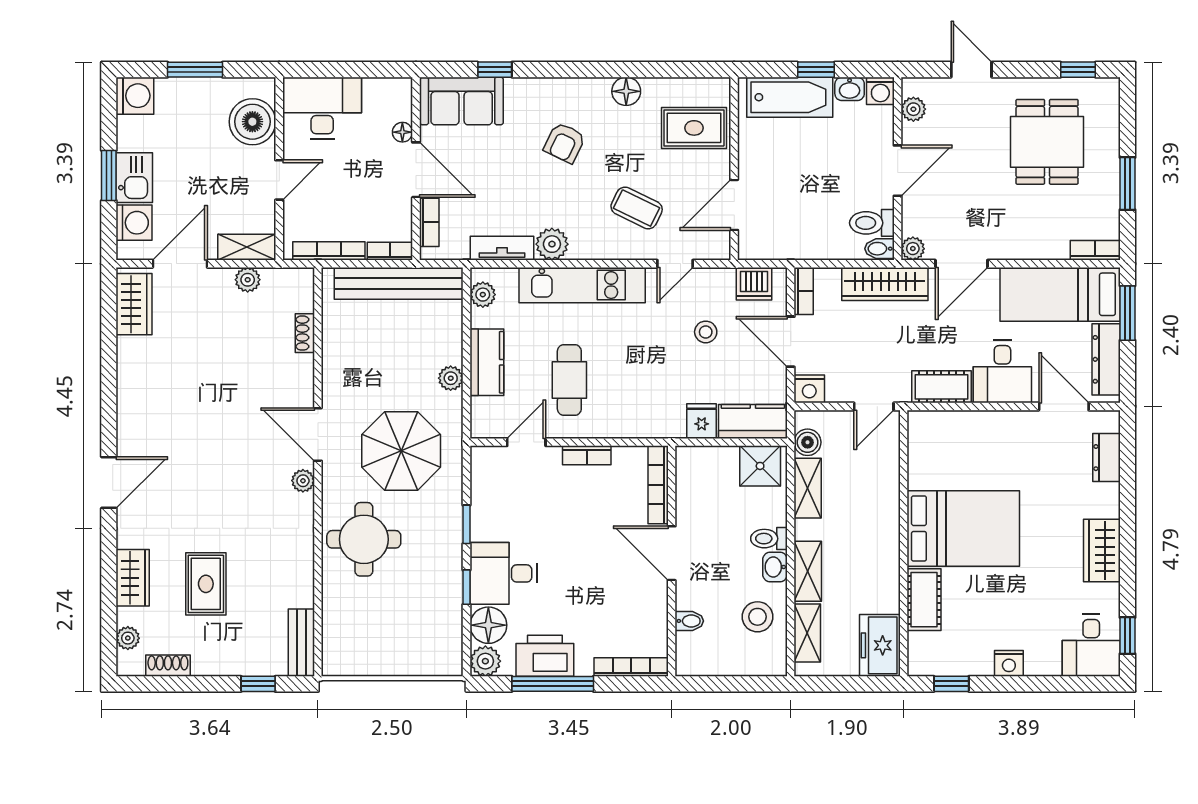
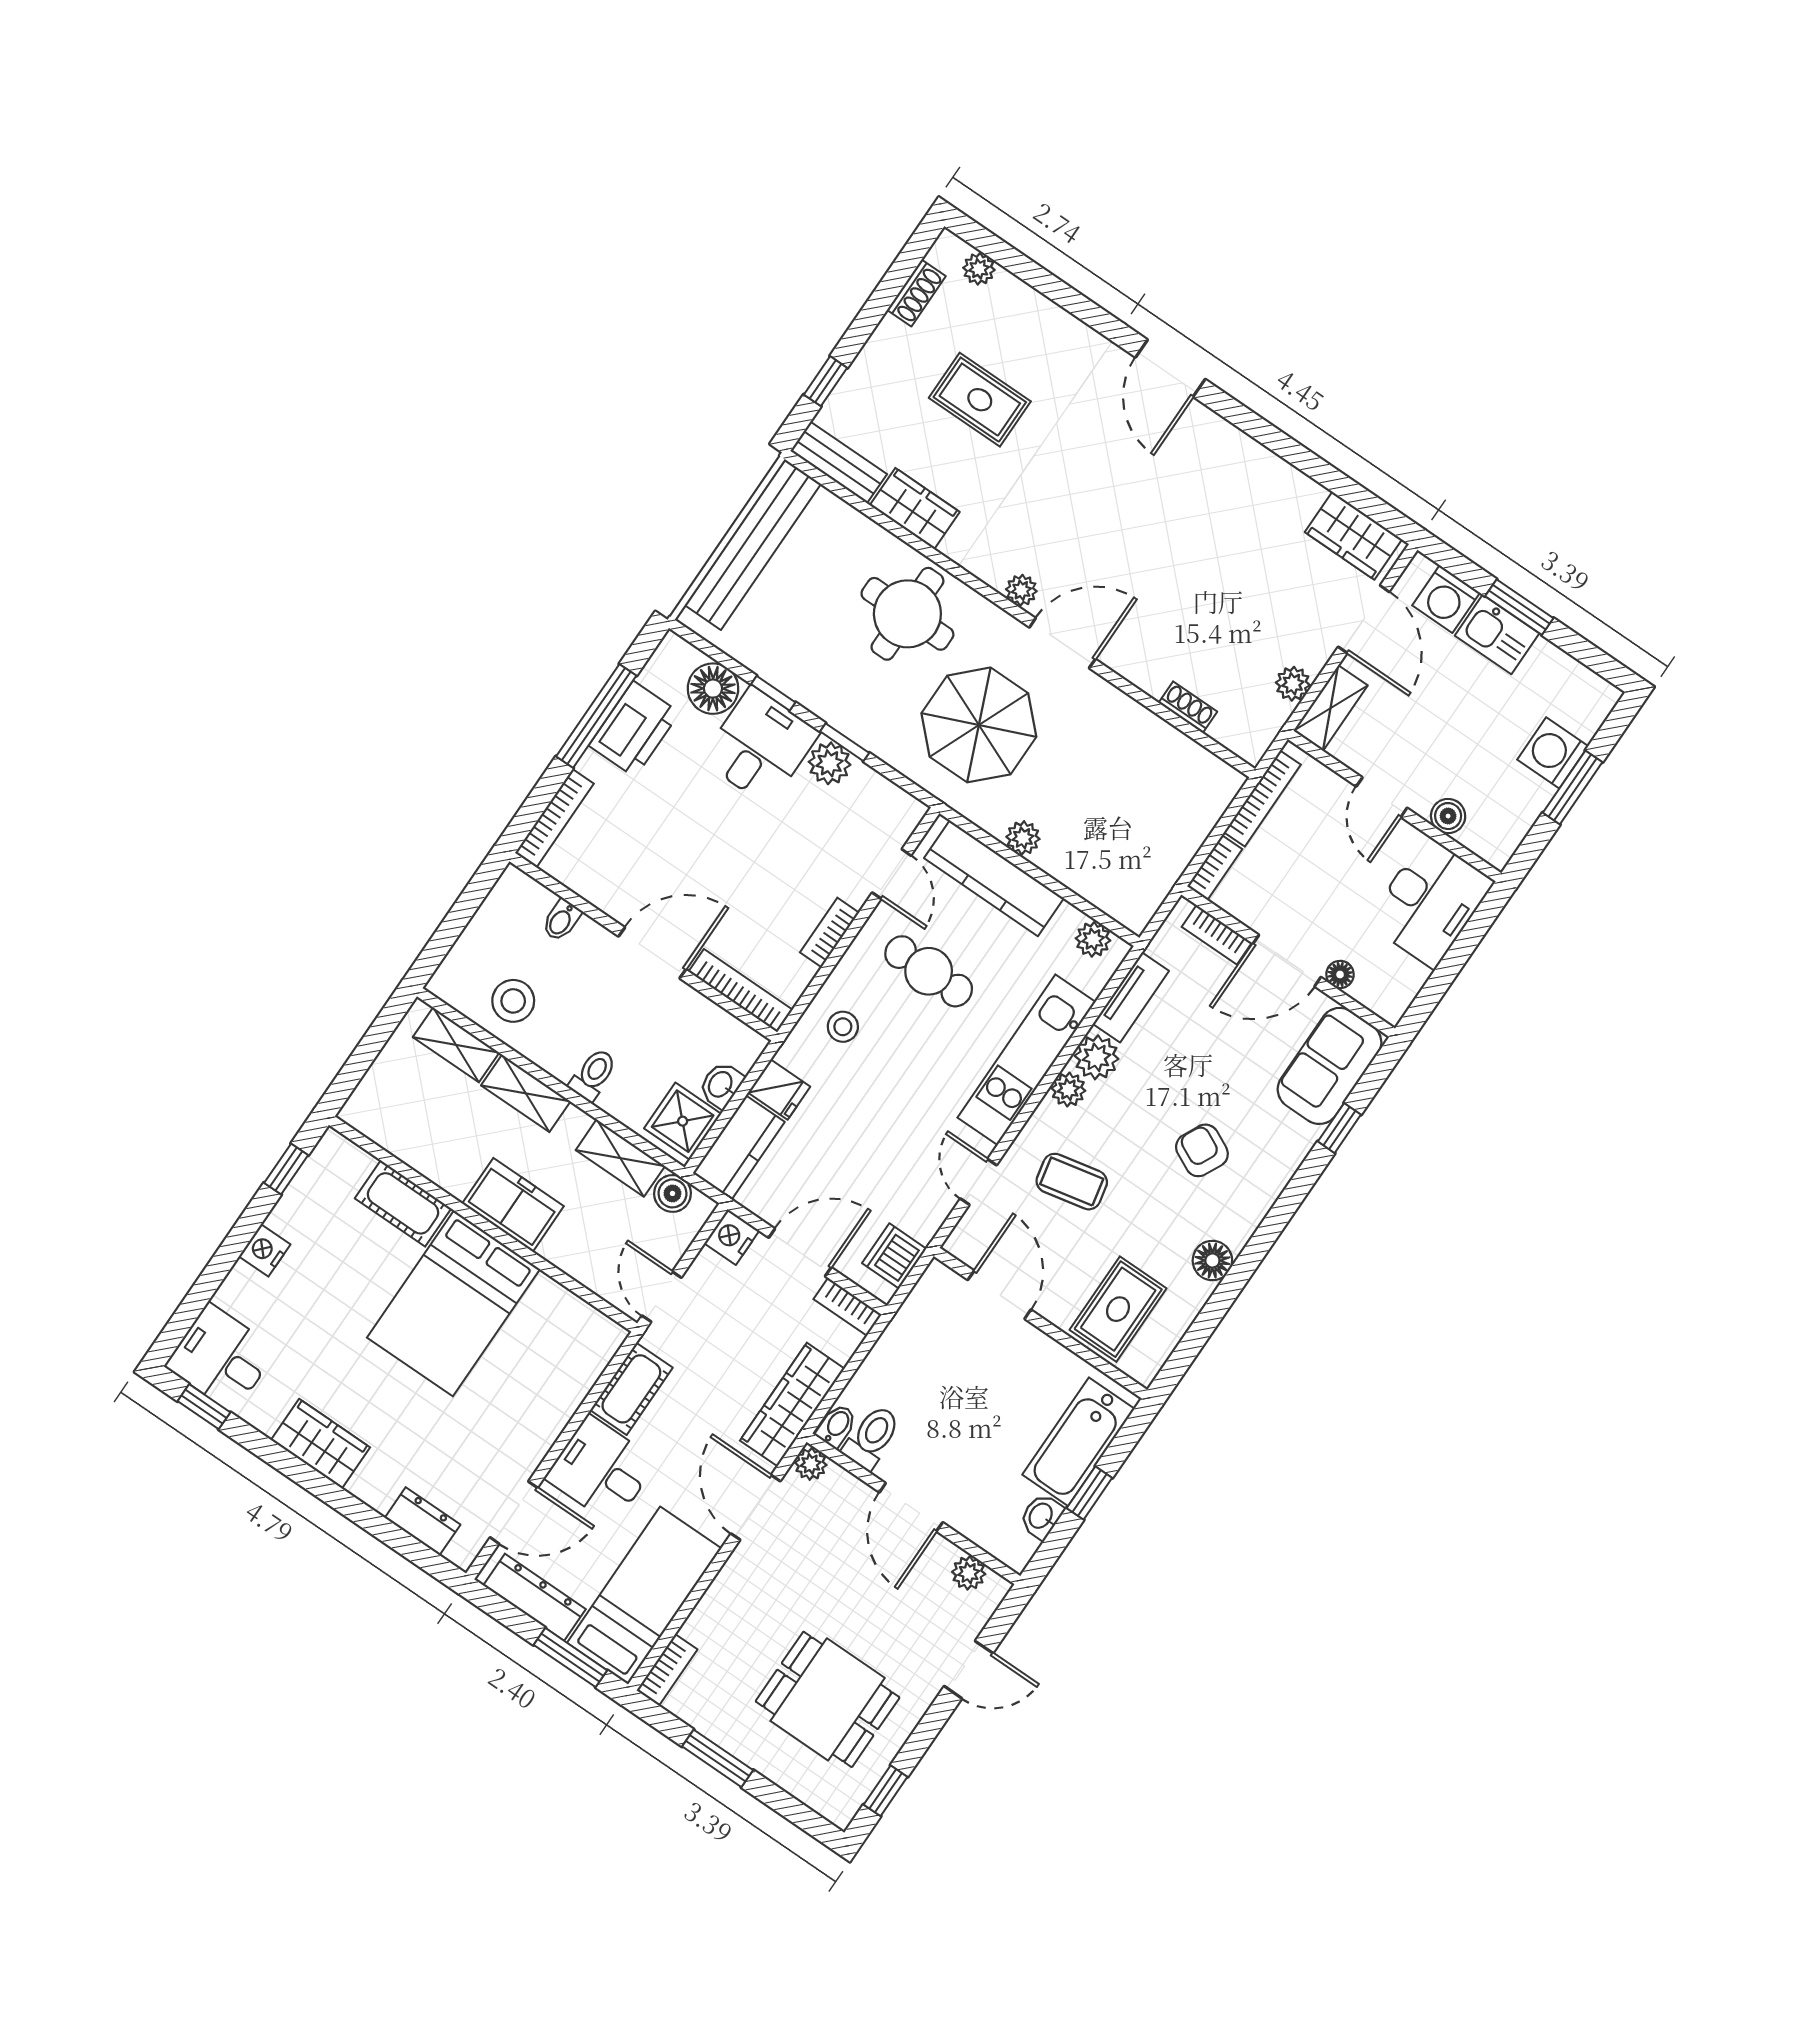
washing machine: (880, 91) -> (1015, 1550), removed
washing machine: (135, 96) -> (1553, 753), moved, turned 90
boiler: (252, 122) -> (1448, 816), width x0.54, depth x0.54
coffee table: (637, 208) -> (1072, 1182), turned 52
plant: (583, 248) -> (1068, 1090), added
bench: (399, 283) -> (753, 544), moved
stool: (706, 332) -> (843, 1027), moved
kitchen counter: (487, 362) -> (994, 878), width x1.50
washbasin: (775, 567) -> (721, 1085), moved, turned -90
wardrobe: (133, 578) -> (915, 509), moved, turned 180
freezer: (880, 645) -> (513, 1205), moved
plant: (485, 661) -> (830, 763), moved

